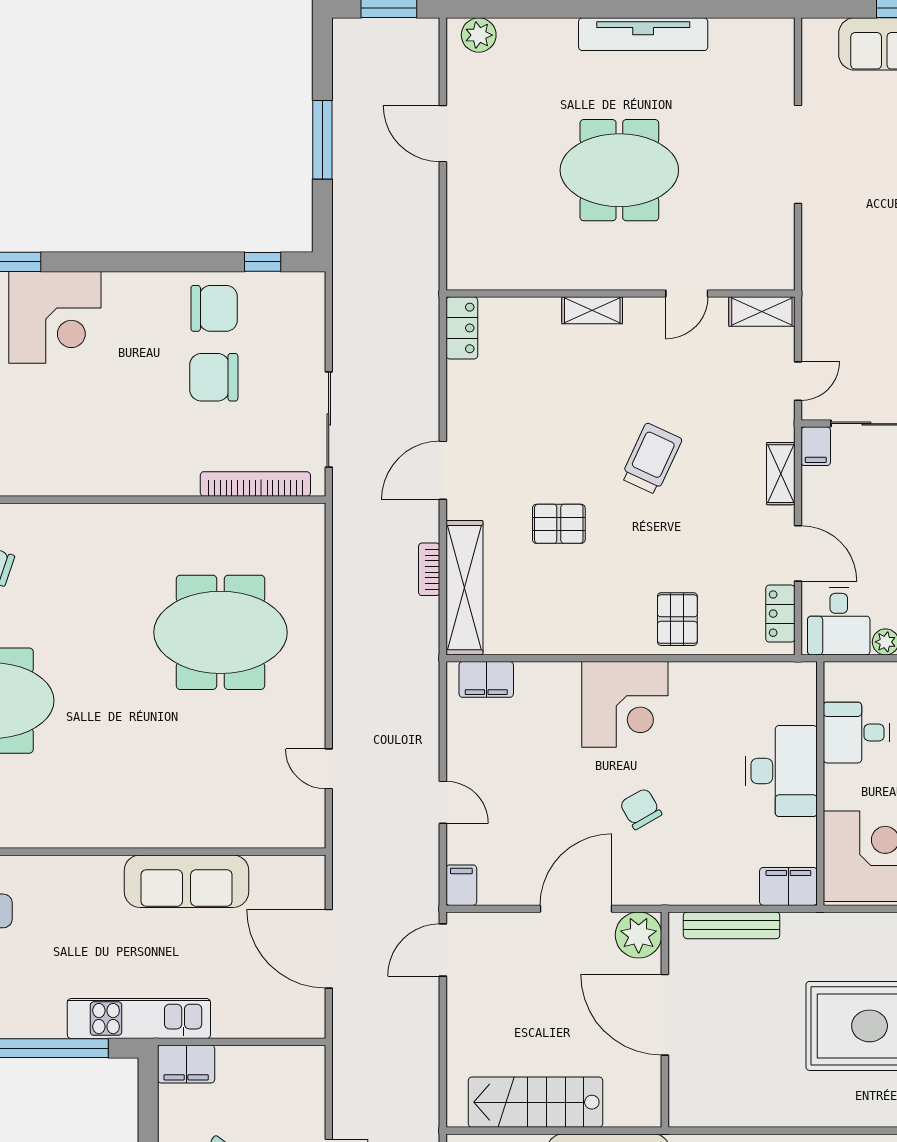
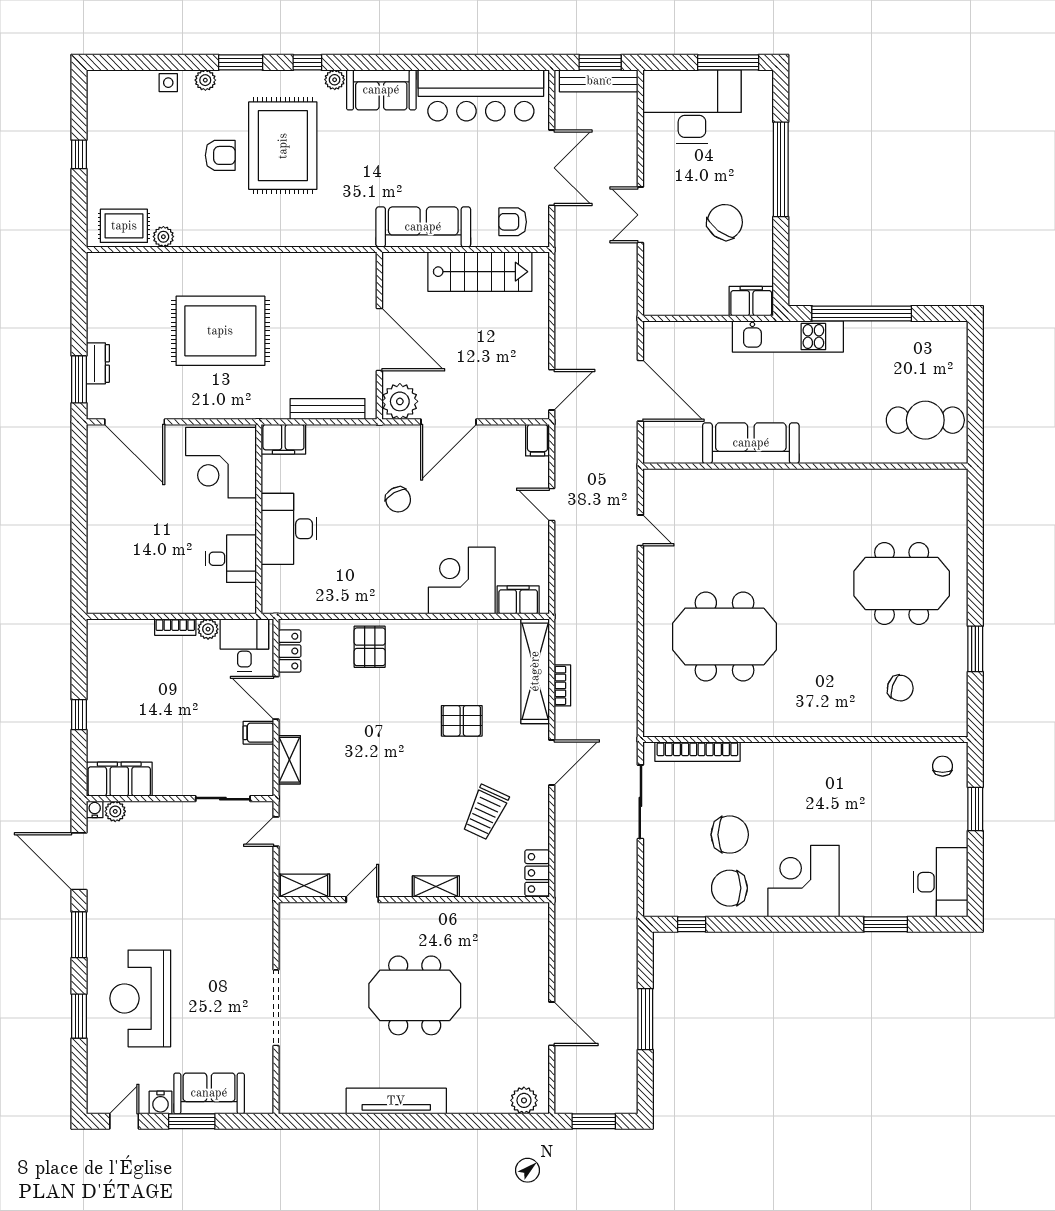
corner desk: (55, 317) -> (804, 881), moved
filing cabinet: (816, 446) -> (258, 733), moved, turned -90
trolley: (651, 459) -> (485, 812), moved
corner desk: (625, 704) -> (462, 581), moved

